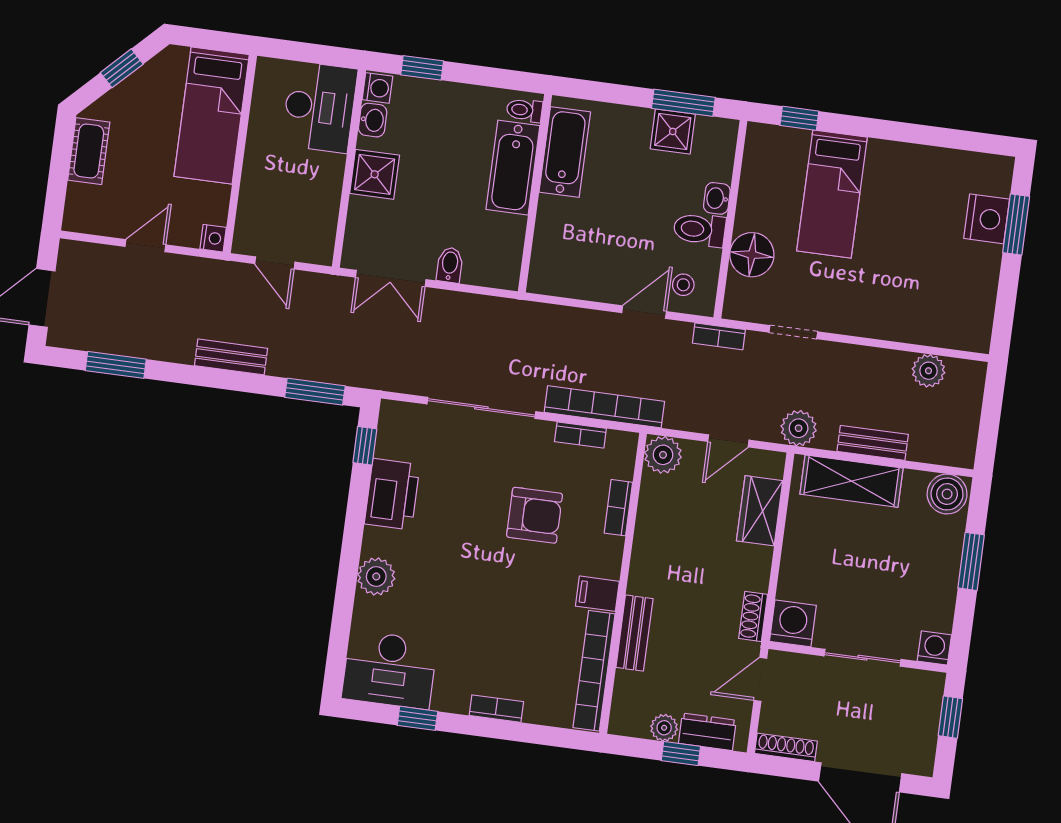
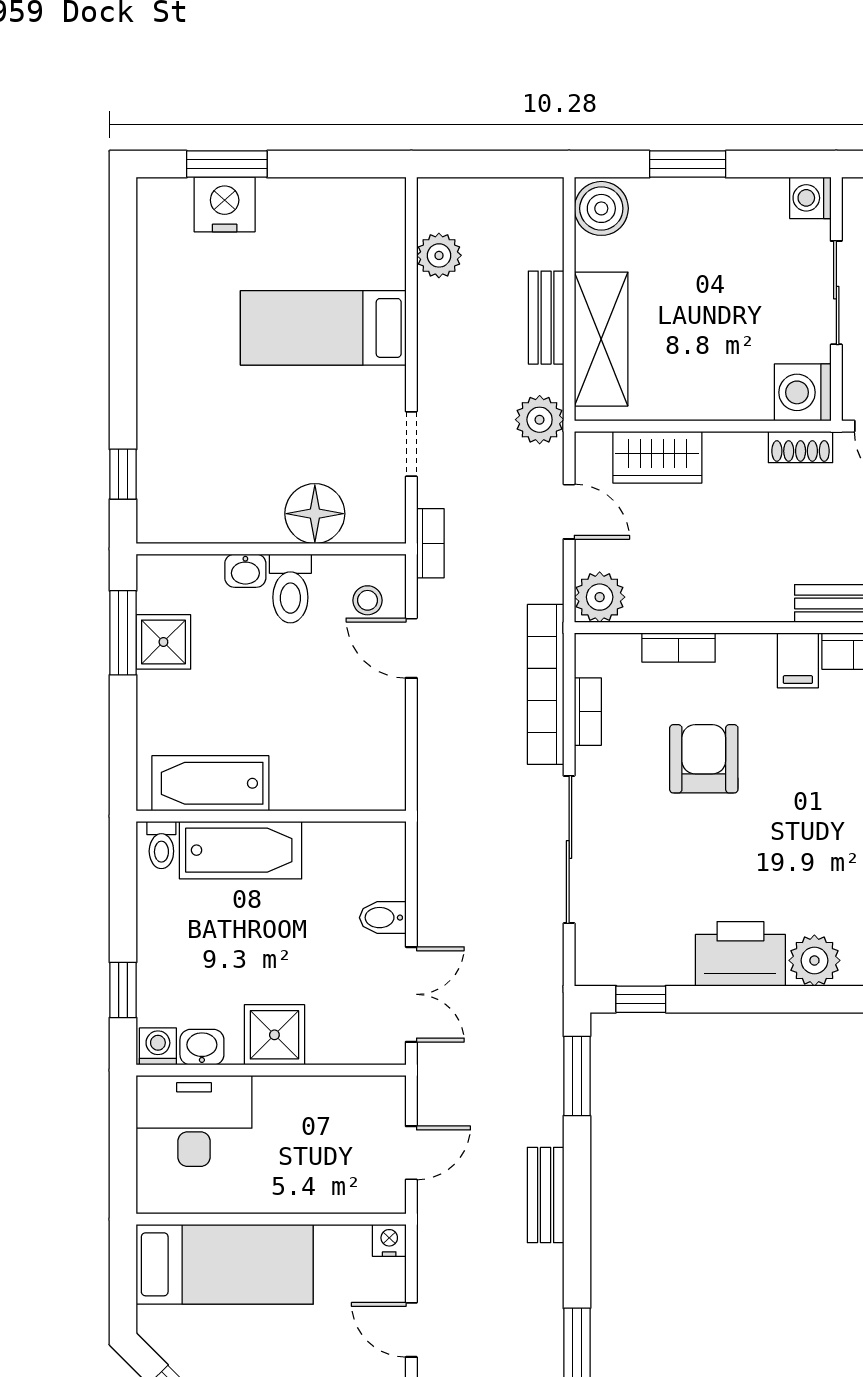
bed: (832, 194) -> (323, 328), moved, turned 180
printer: (392, 494) -> (740, 954), moved

